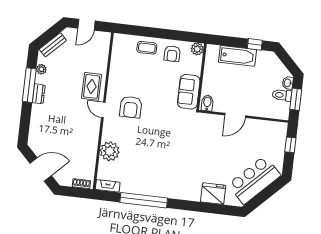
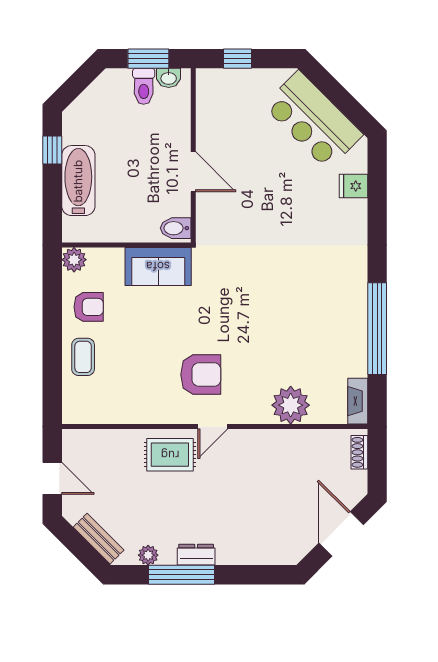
washbasin: (288, 83) -> (169, 78), moved
fridge: (213, 194) -> (353, 186), width x0.53, depth x0.75

